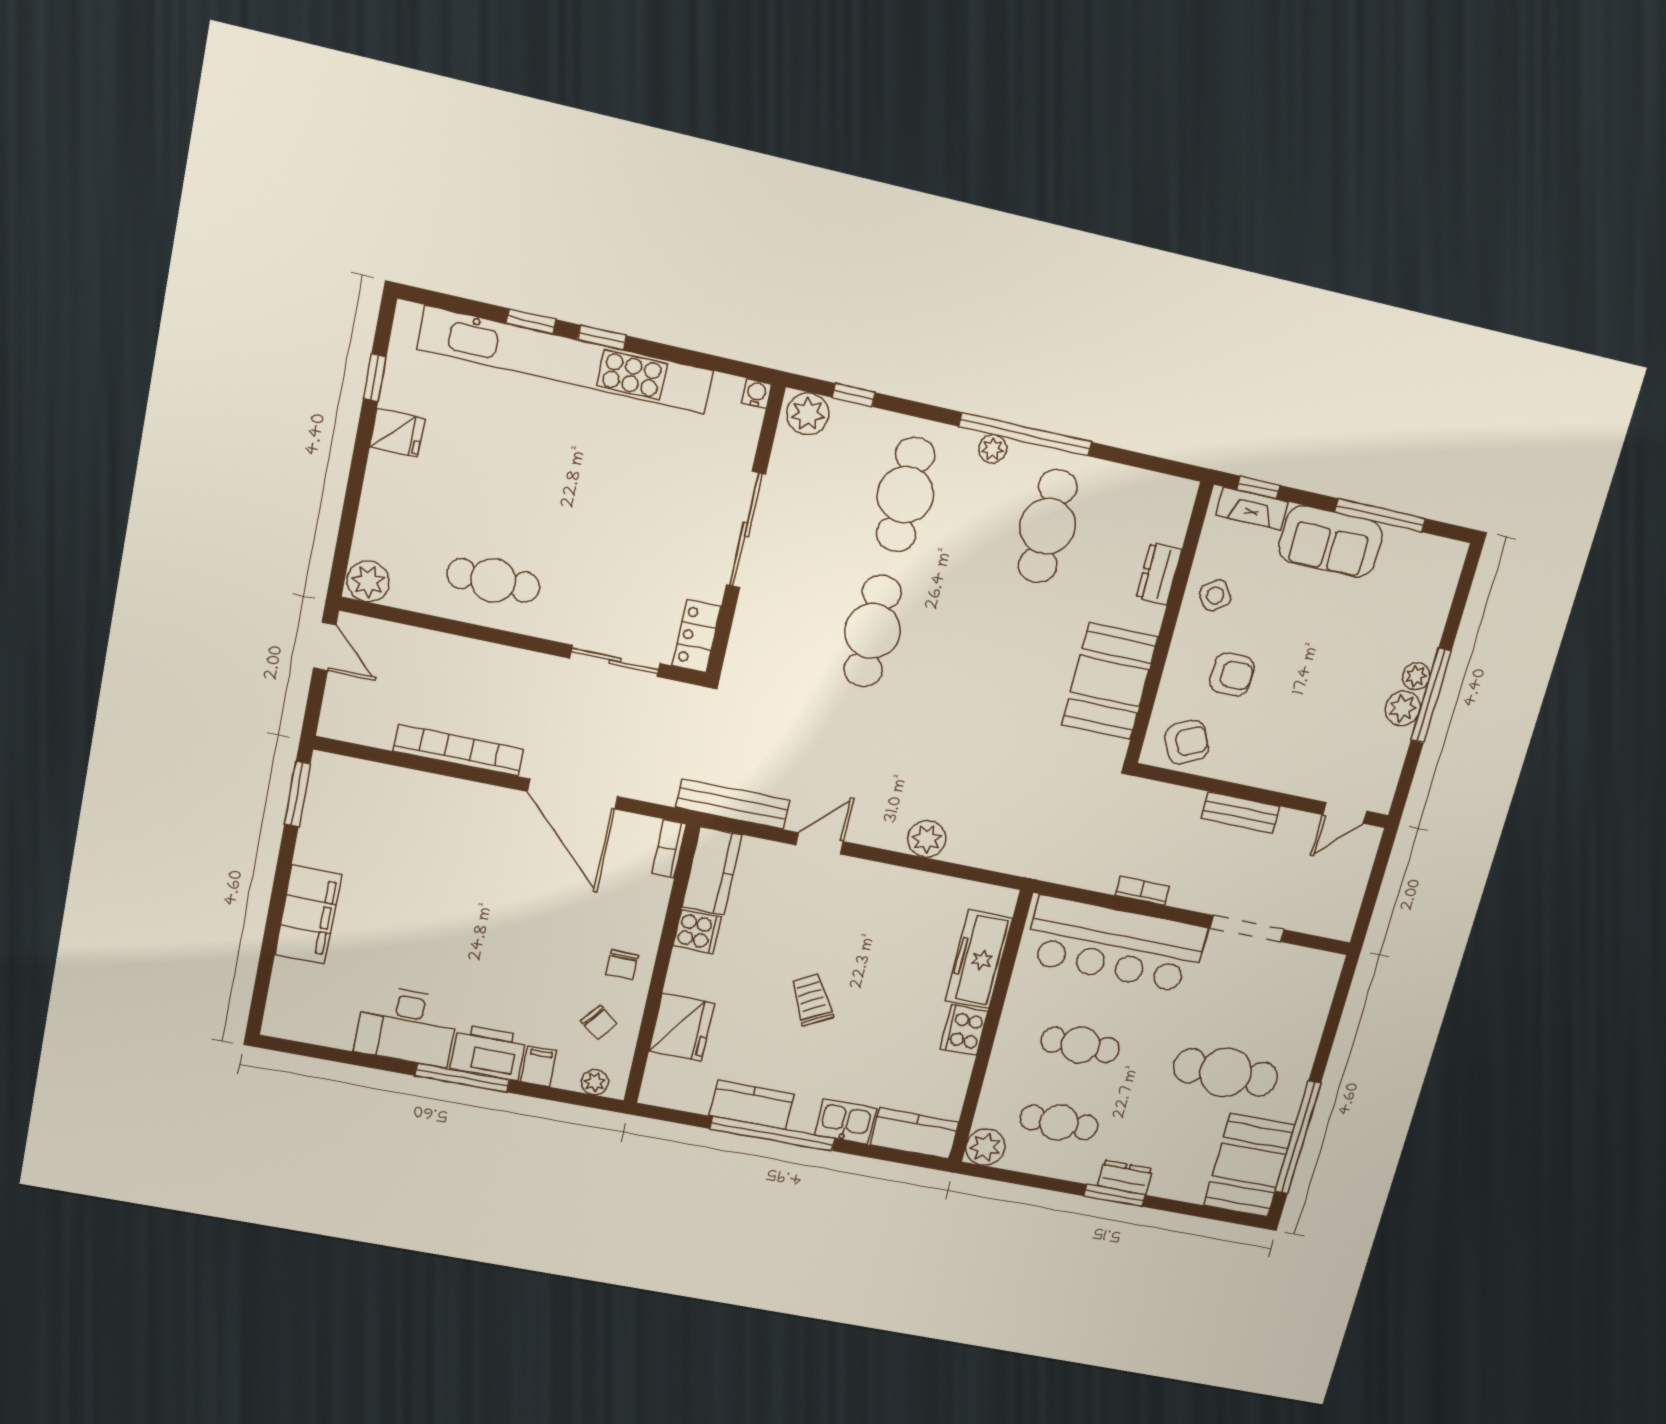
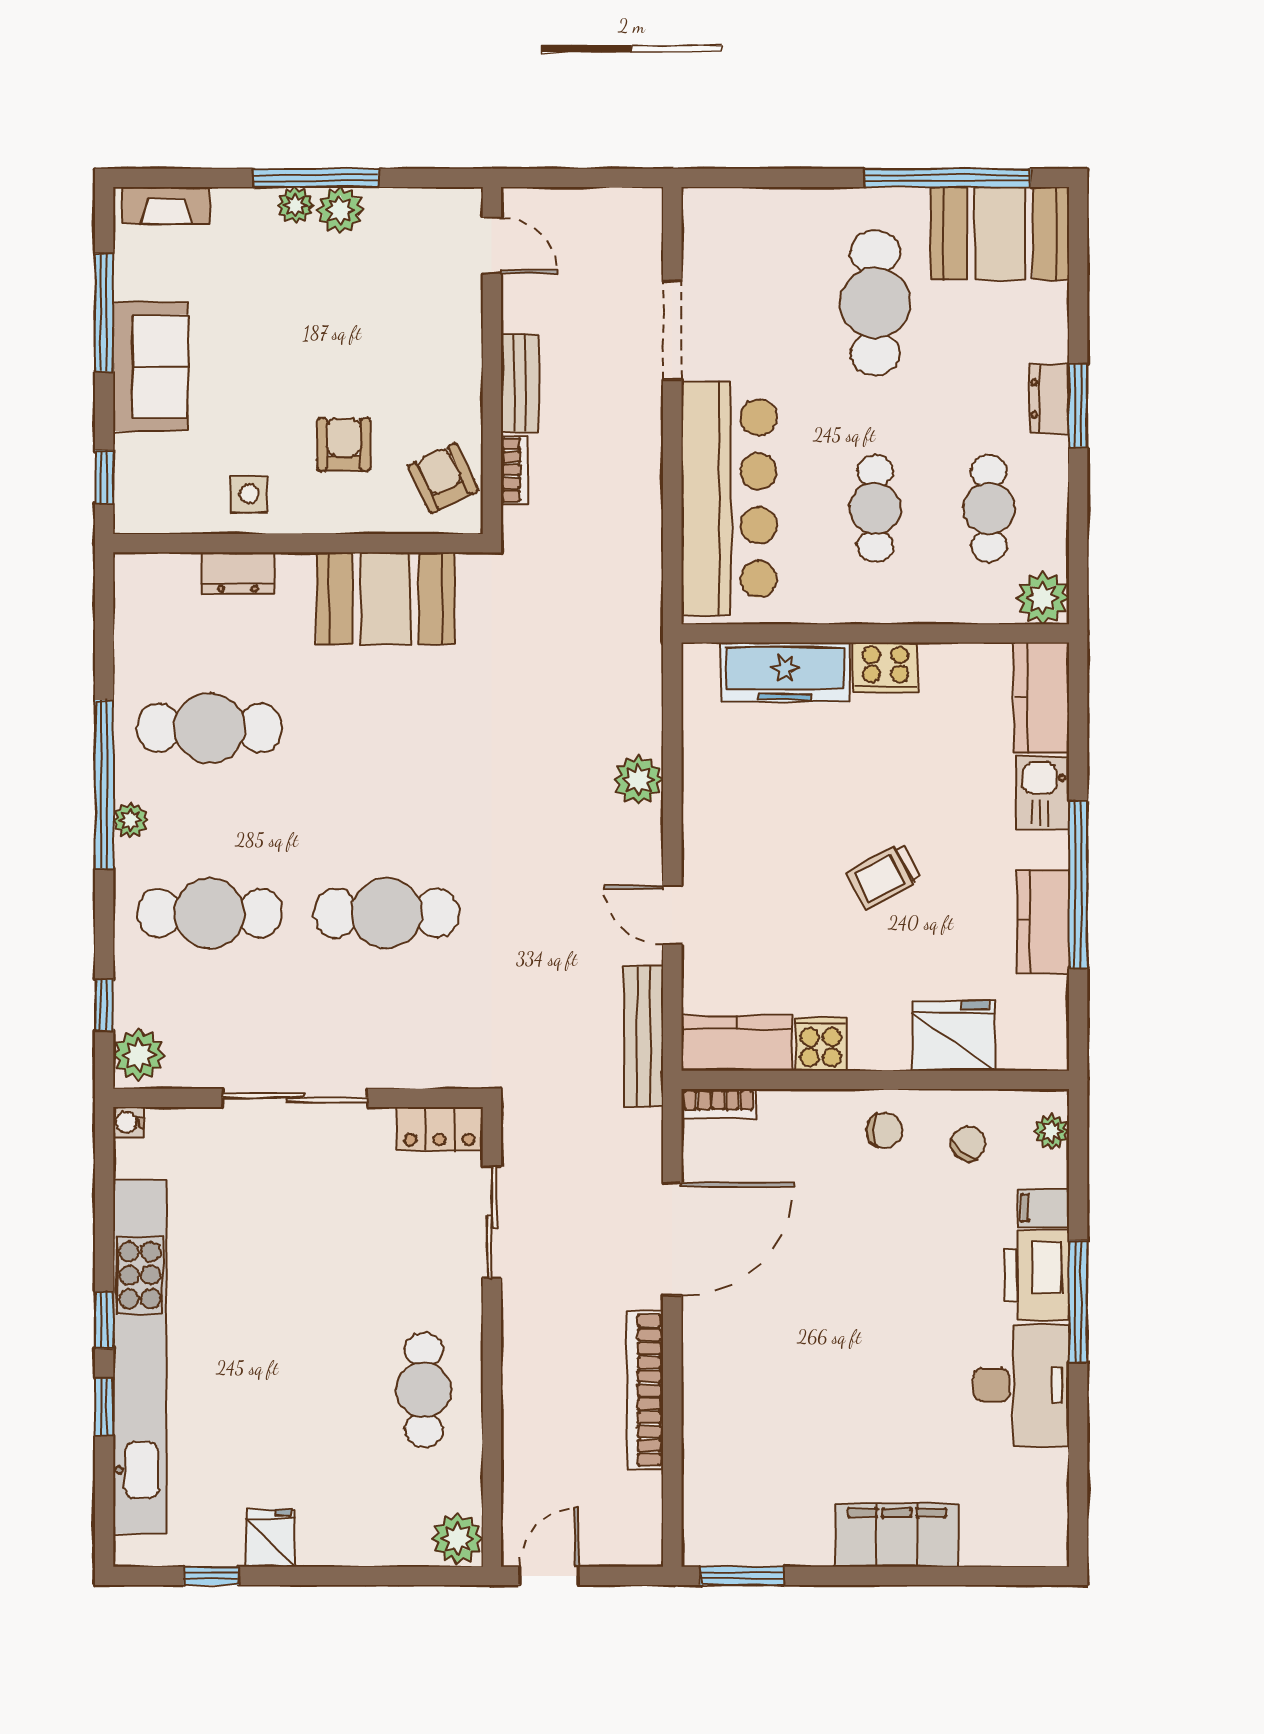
fireplace: (1252, 509) -> (167, 205), moved, turned 90
side table: (1215, 595) -> (249, 494), turned 37
bookcase: (1142, 891) -> (514, 470), moved, turned 180

